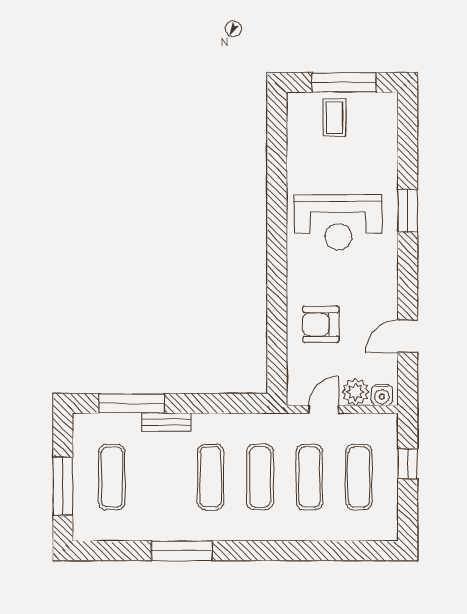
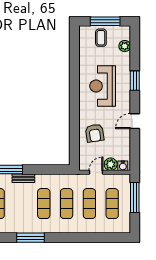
plant: (386, 136) -> (125, 46), added
reception desk: (338, 222) -> (103, 86), turned 90
armchair: (321, 324) -> (95, 133), turned -99
door: (408, 336) -> (135, 121), moved
window: (408, 464) -> (135, 197), width x2.17

